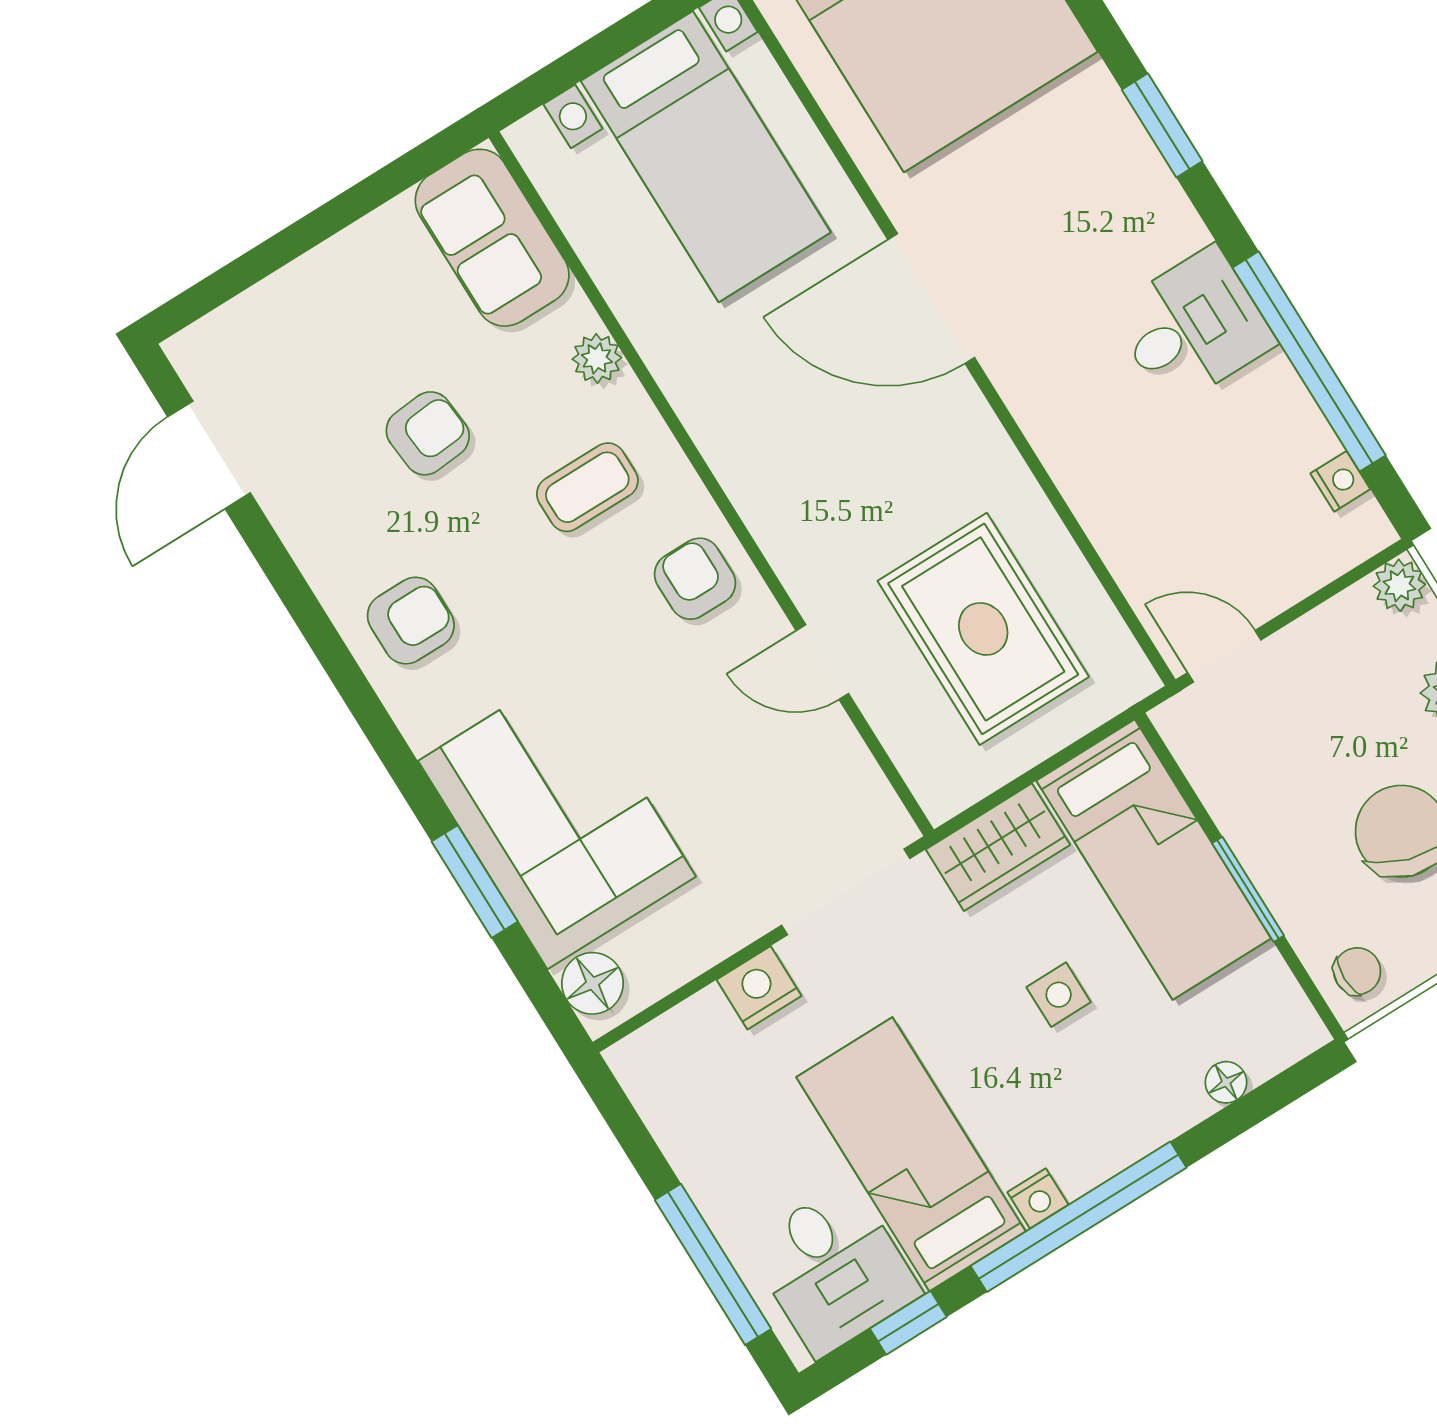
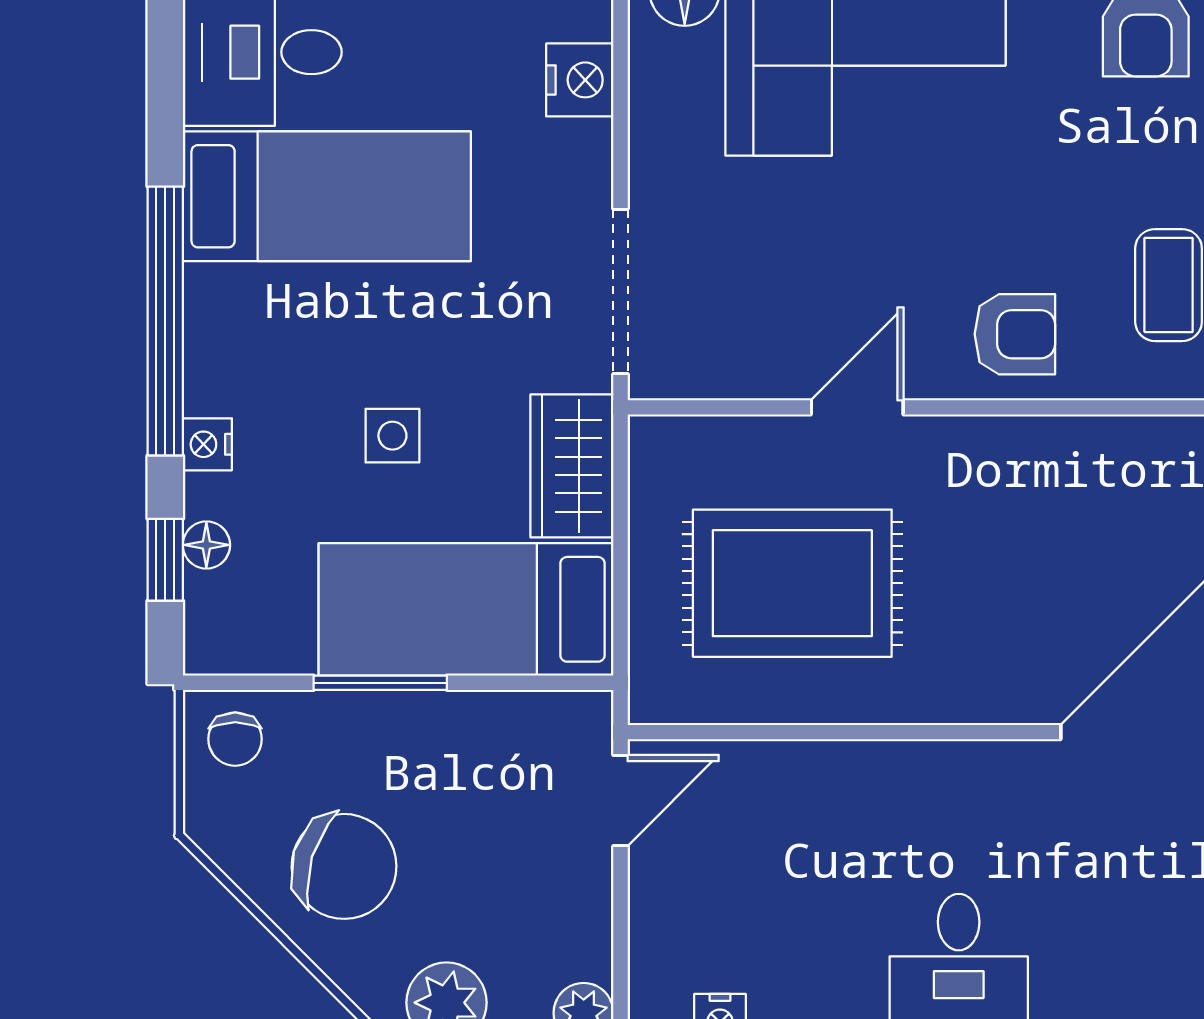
nightstand: (759, 988) -> (580, 80), moved
nightstand: (1038, 1198) -> (207, 444), moved
window: (908, 1323) -> (165, 560), moved

